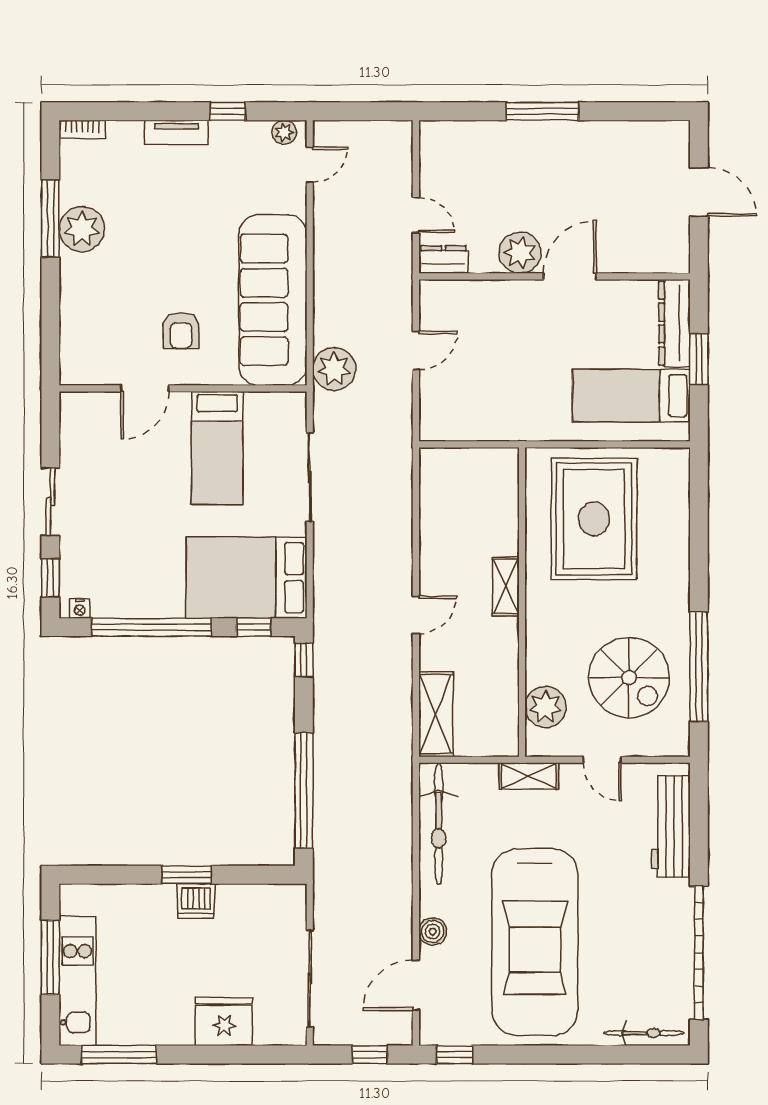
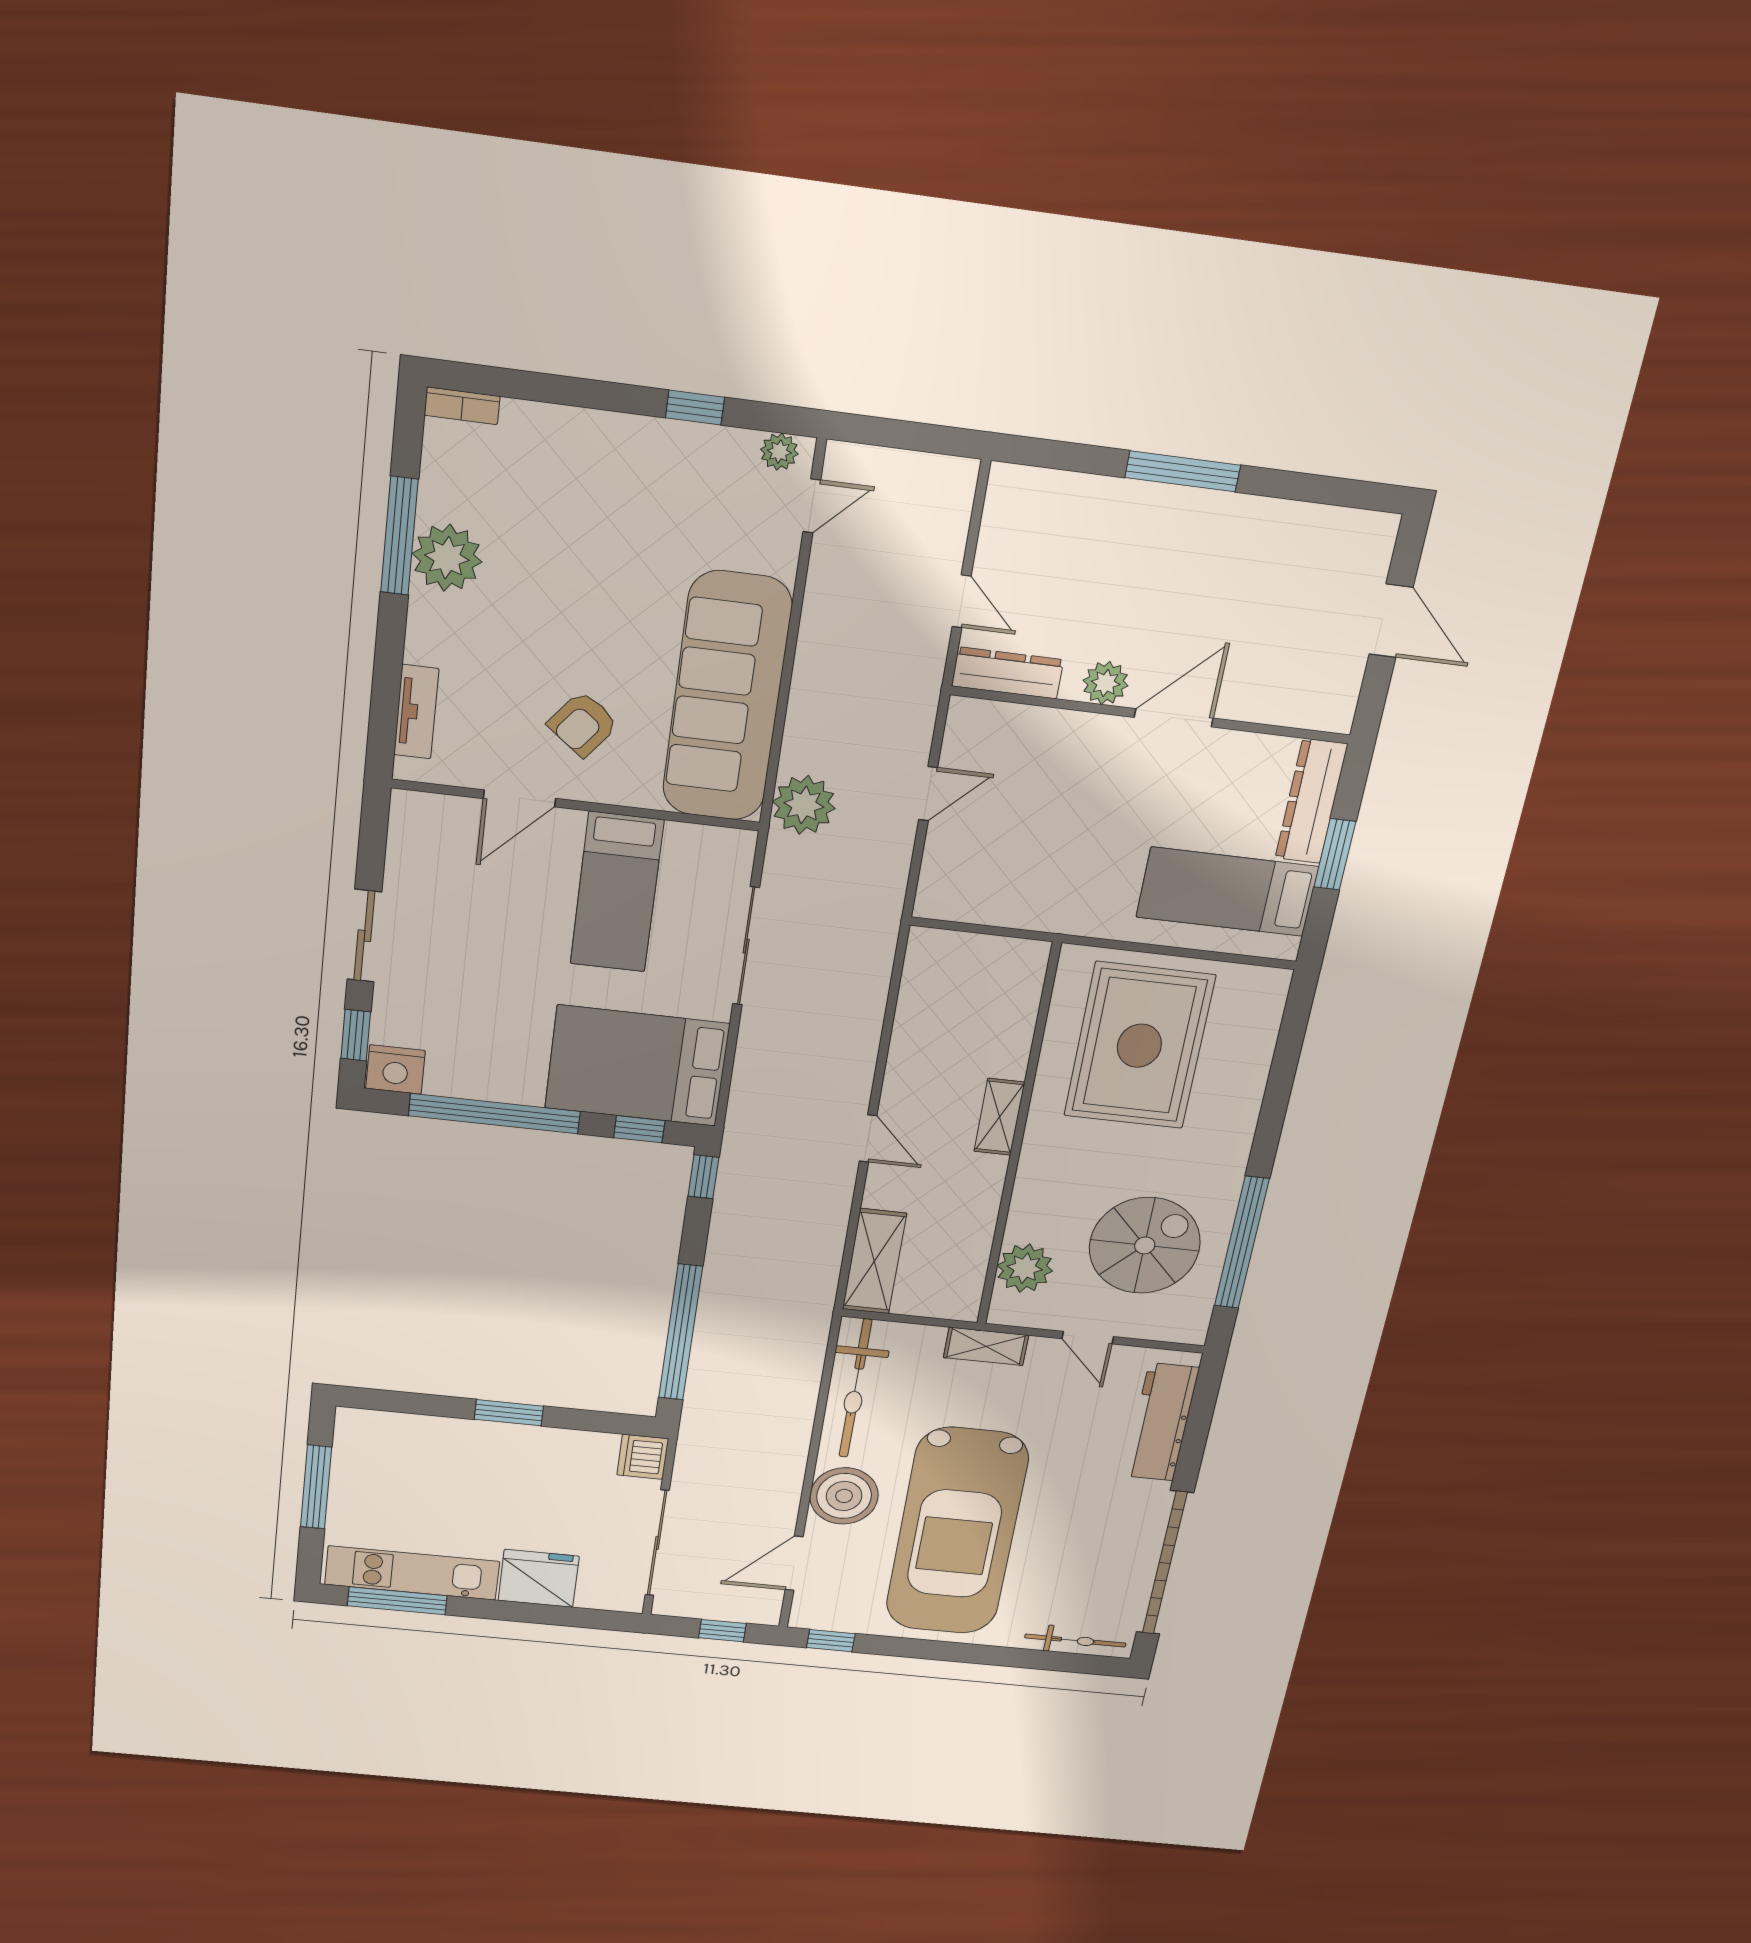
tv unit: (176, 132) -> (416, 712), moved, turned -90
plant: (520, 253) -> (1106, 683), width x0.73, depth x0.73
dresser: (443, 260) -> (1007, 673), width x1.44
armchair: (181, 331) -> (583, 724), turned 38
nightstand: (80, 609) -> (395, 1070), width x1.89, depth x1.79
door: (416, 615) -> (868, 1138), hinge flipped
spiral stairs: (629, 678) -> (1145, 1245), turned -90
dishwasher: (196, 901) -> (643, 1457), moved, turned 90
boiler: (433, 932) -> (844, 1496), width x1.86, depth x1.86
kitchen unit: (77, 981) -> (412, 1573), moved, turned -90

